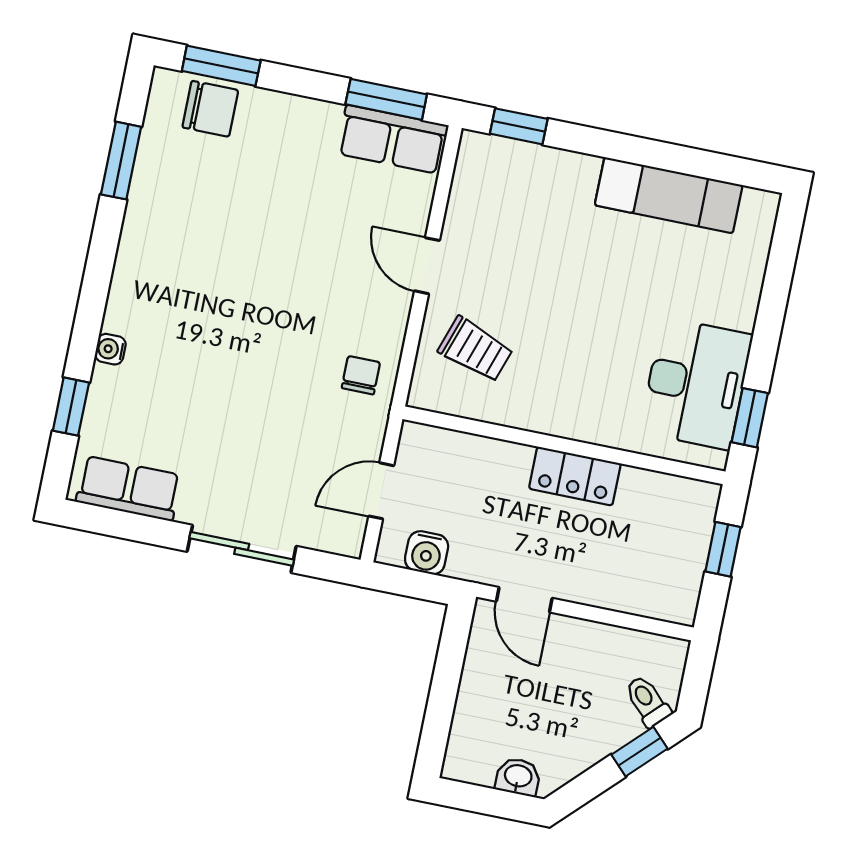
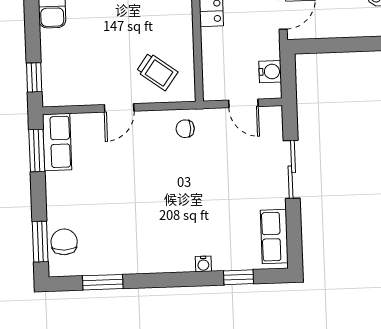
trolley: (476, 349) -> (157, 72), turned 107

